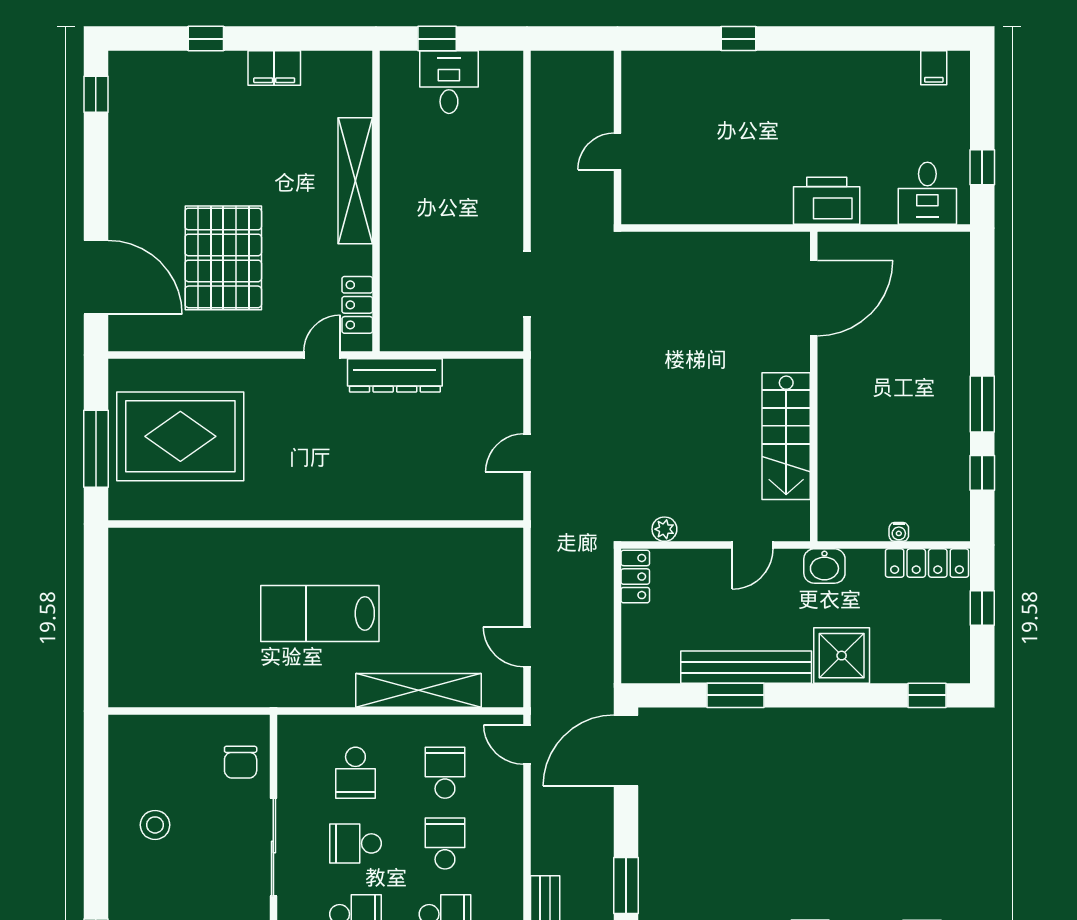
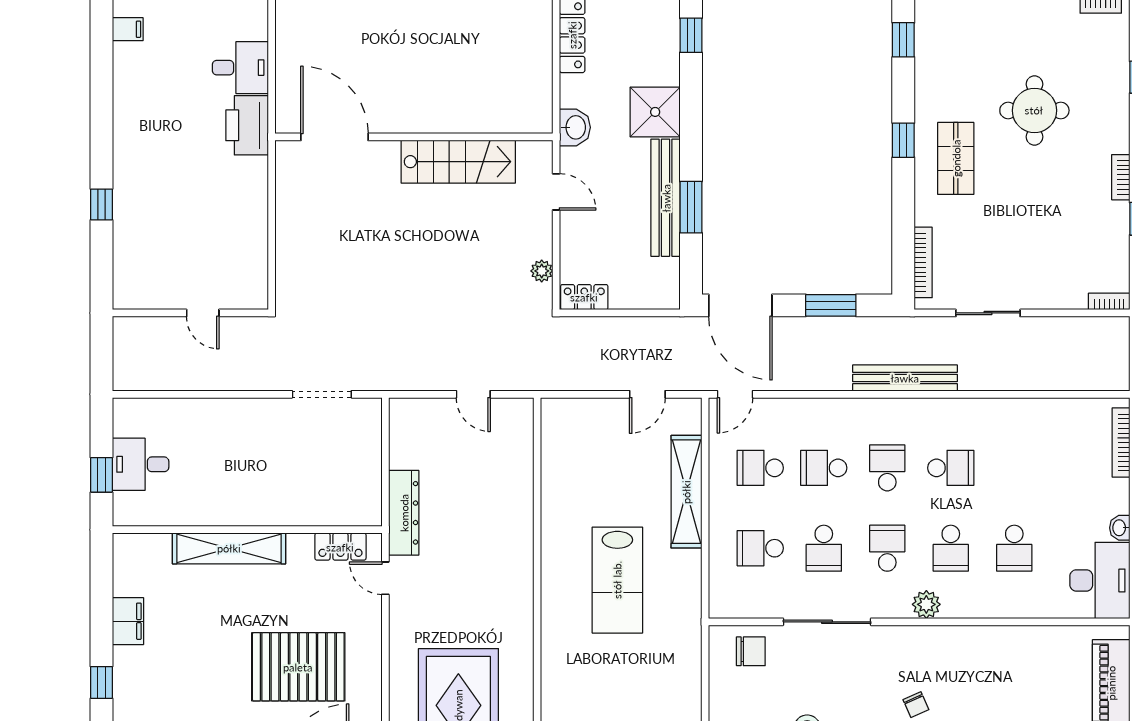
desk: (927, 193) -> (240, 68), moved
water cooler: (899, 532) -> (544, 61), removed
school desk: (355, 773) -> (760, 548), turned 180
window: (626, 886) -> (831, 305), moved

